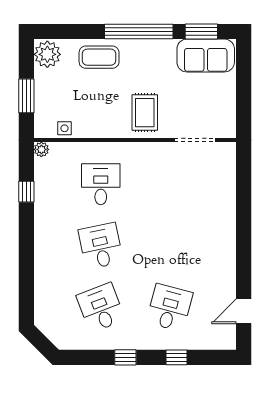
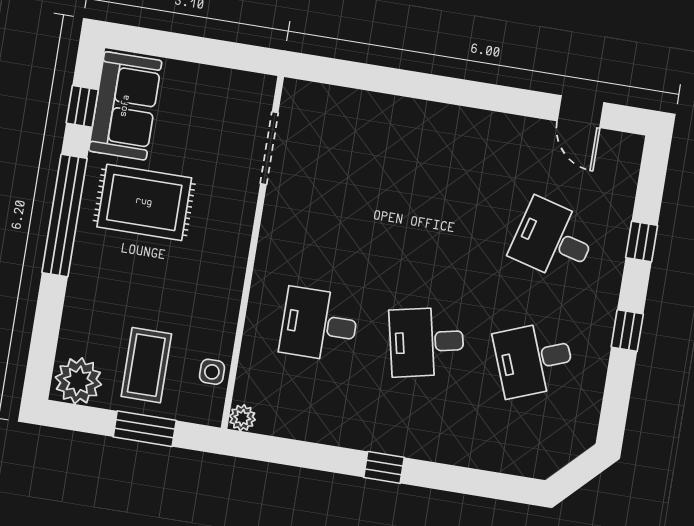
window: (201, 31) -> (82, 106), width x0.67
coffee table: (99, 57) -> (146, 365), moved
rug: (145, 113) -> (144, 202), moved, width x1.36, depth x1.43
window: (26, 192) -> (384, 467), moved

